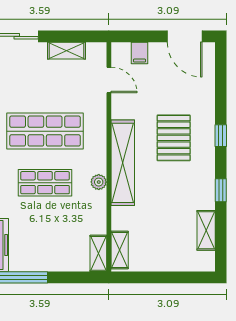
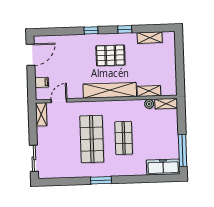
shelving: (66, 51) -> (41, 114), moved
pallet: (174, 138) -> (110, 55), moved
plant: (99, 182) -> (149, 104), moved
shelving: (120, 250) -> (149, 91), moved

